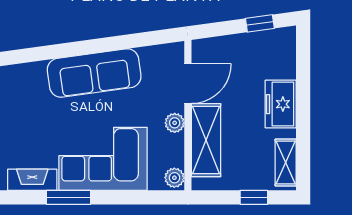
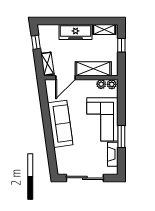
shelving: (216, 47) -> (47, 64), added
door: (188, 84) -> (65, 78), swing flipped
freezer: (281, 104) -> (76, 32), width x1.40
plant: (175, 123) -> (101, 84), moved

